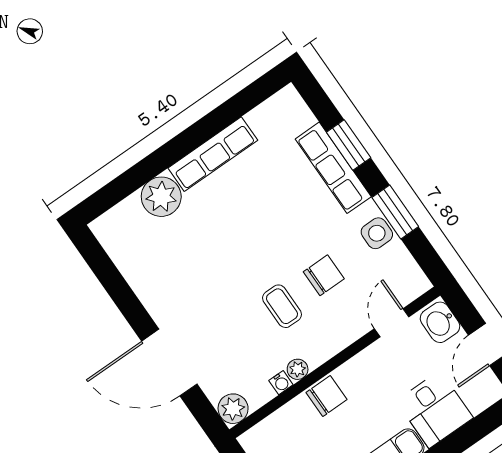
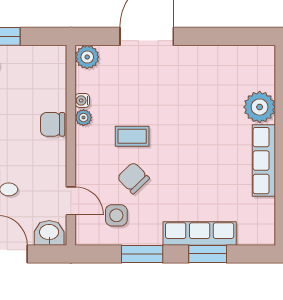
side table: (377, 233) -> (116, 215), moved
chair: (324, 275) -> (133, 178), turned 136
chair: (327, 396) -> (53, 124), turned 90

